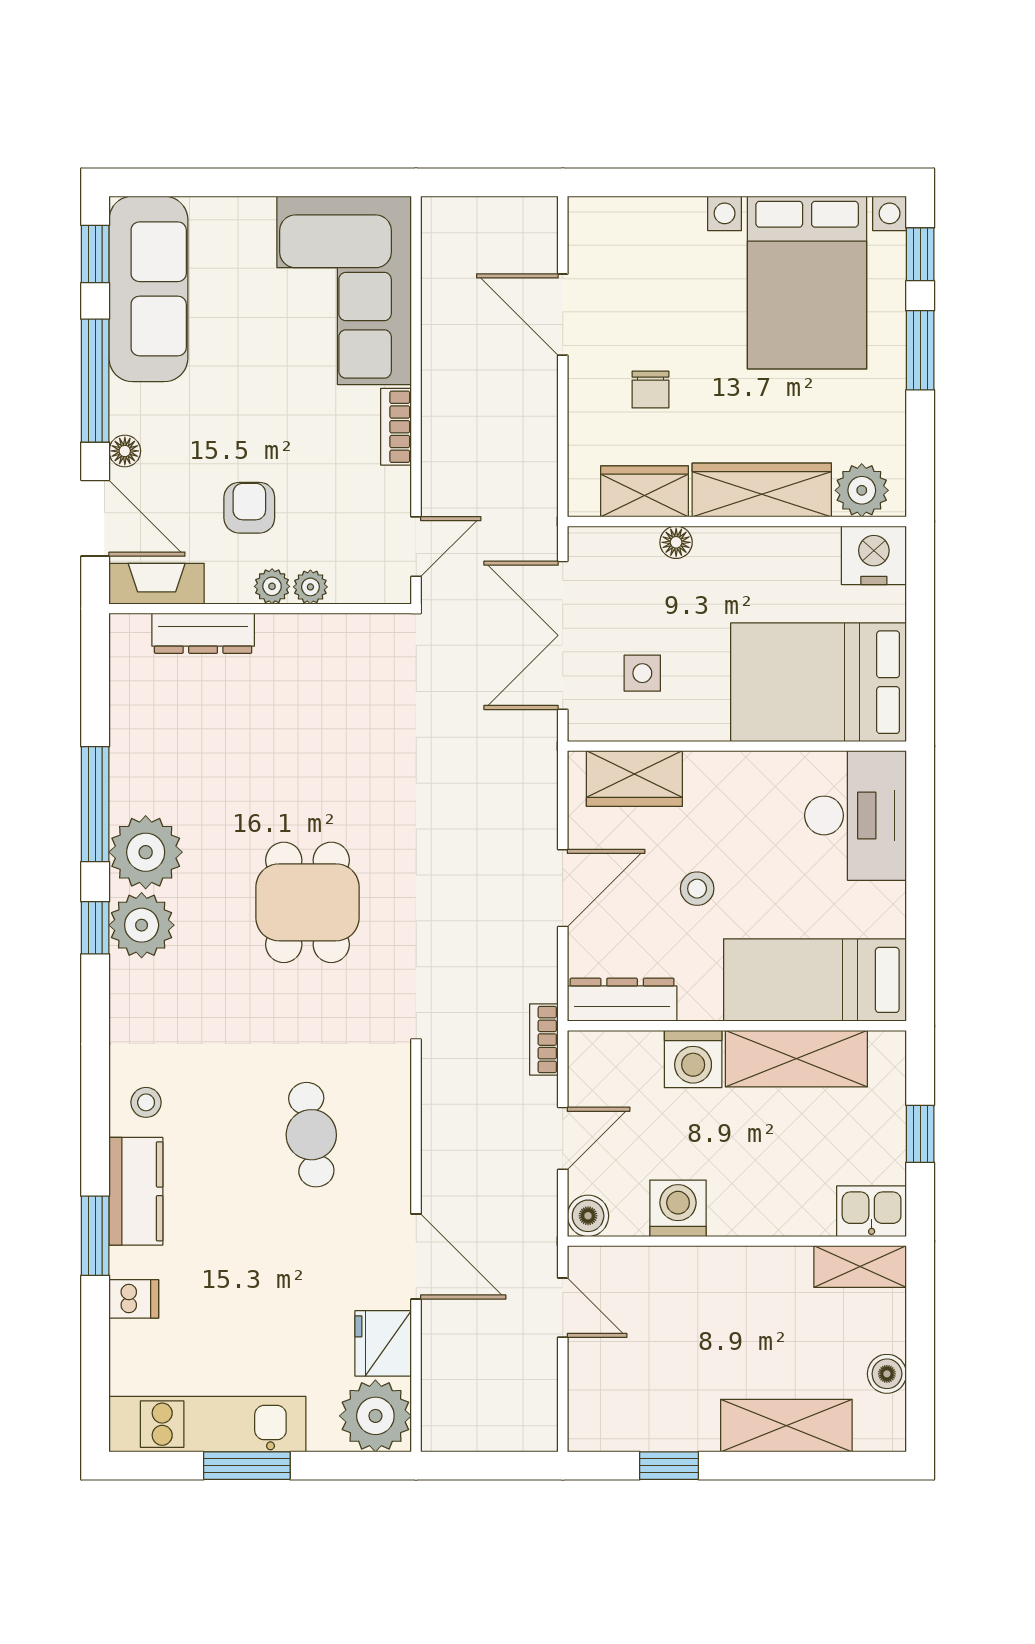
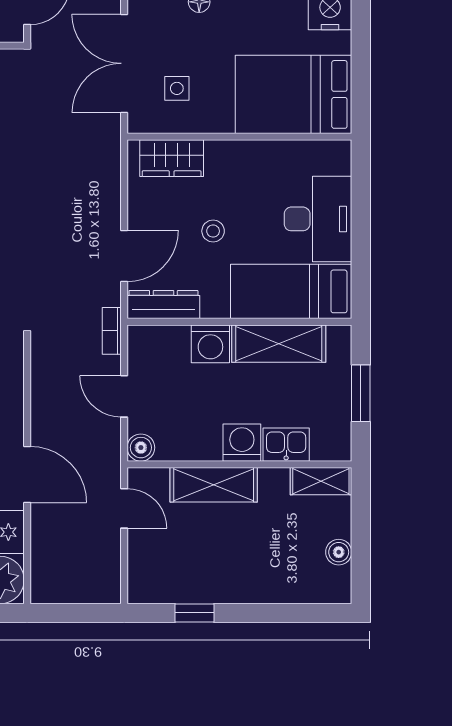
desk: (856, 815) -> (318, 219), moved
door: (563, 888) -> (124, 256), moved
window: (920, 1134) -> (361, 393), width x1.50
door: (563, 1138) -> (124, 396), swing flipped
washing machine: (678, 1208) -> (242, 443), moved
kitchen sink: (872, 1211) -> (286, 445), moved
shelving: (786, 1426) -> (214, 485), moved

